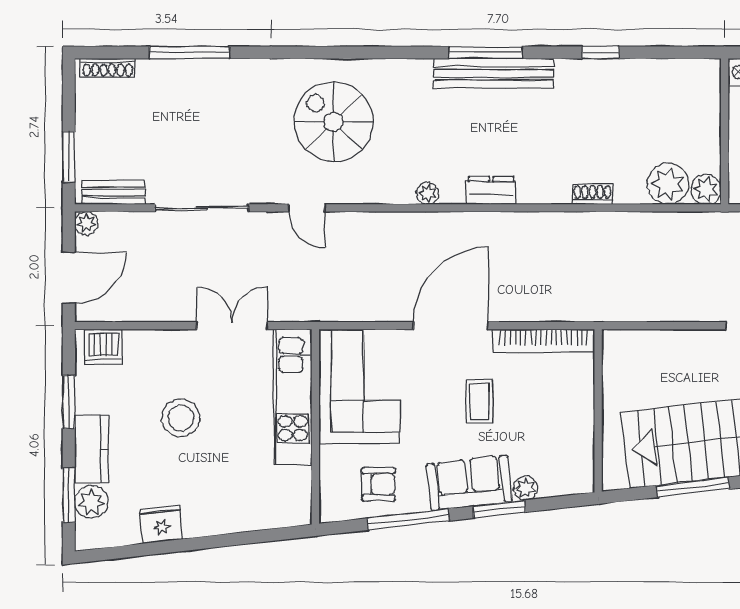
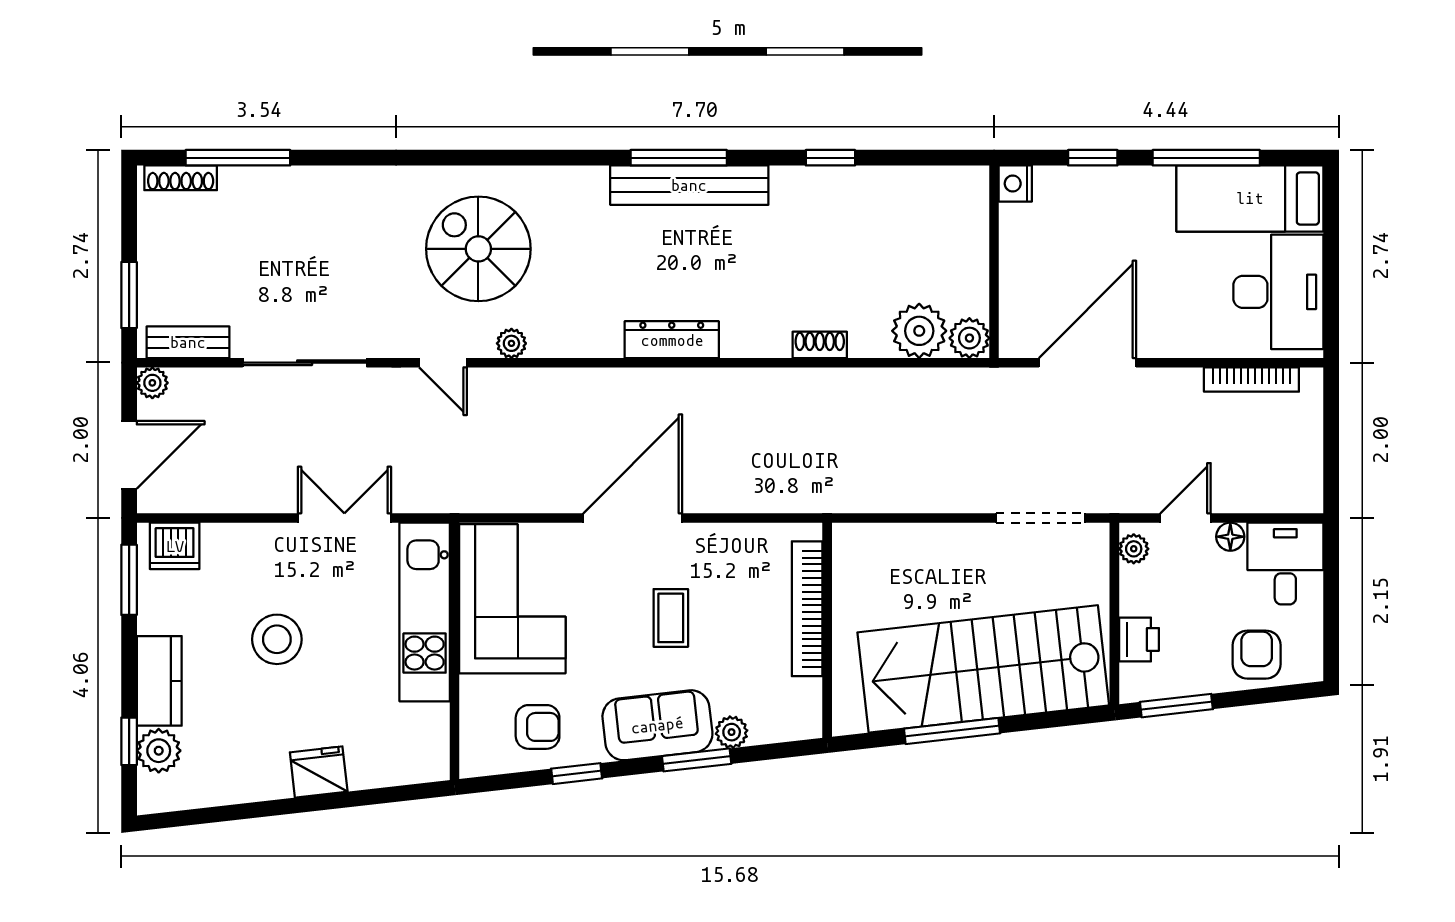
window: (189, 53) -> (238, 158), moved
dresser: (491, 190) -> (672, 340), width x1.44
plant: (427, 193) -> (511, 343), moved
bookcase: (543, 341) -> (807, 609), moved, turned 90
window: (69, 402) -> (129, 580), moved
window: (69, 495) -> (129, 741), width x0.67
window: (408, 520) -> (577, 774), width x0.46
fridge: (161, 524) -> (319, 772), moved

